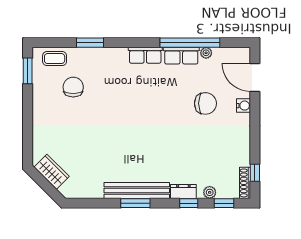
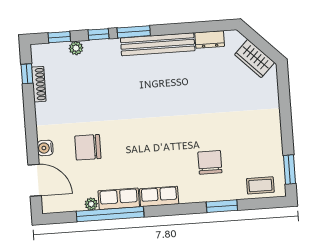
chair: (73, 87) -> (210, 162), moved, turned 180
shoe rack: (245, 183) -> (39, 84), moved
dresser: (183, 191) -> (210, 39), moved
window: (135, 203) -> (134, 32), moved

